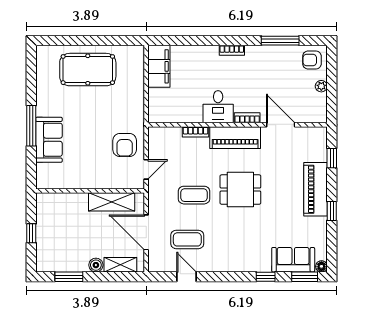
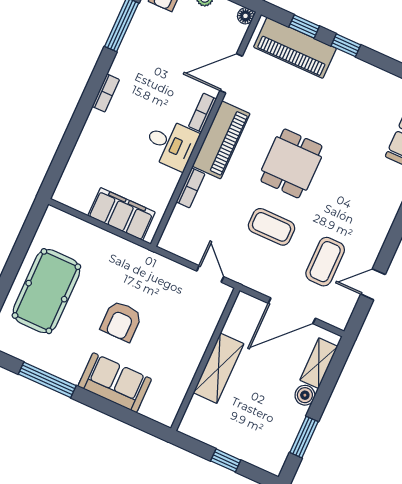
filing cabinet: (159, 66) -> (122, 214), moved
floor lamp: (322, 117) -> (245, 16), added
window: (31, 126) -> (47, 380), moved
armchair: (125, 145) -> (121, 321), moved, turned 90
piano: (315, 189) -> (295, 48), moved
coffee table: (194, 195) -> (272, 227), turned 90
shelving: (112, 202) -> (219, 368), moved
window: (332, 211) -> (346, 45), moved

